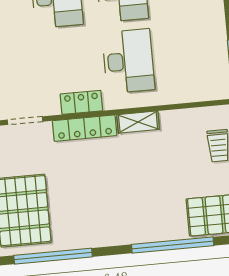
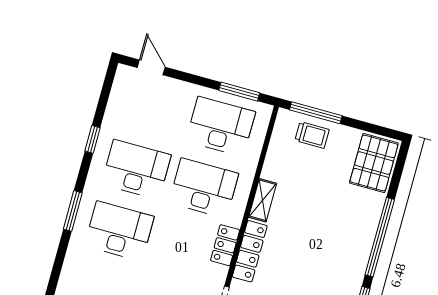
desk: (194, 55) -> (221, 126), added
window: (173, 245) -> (380, 237), moved

